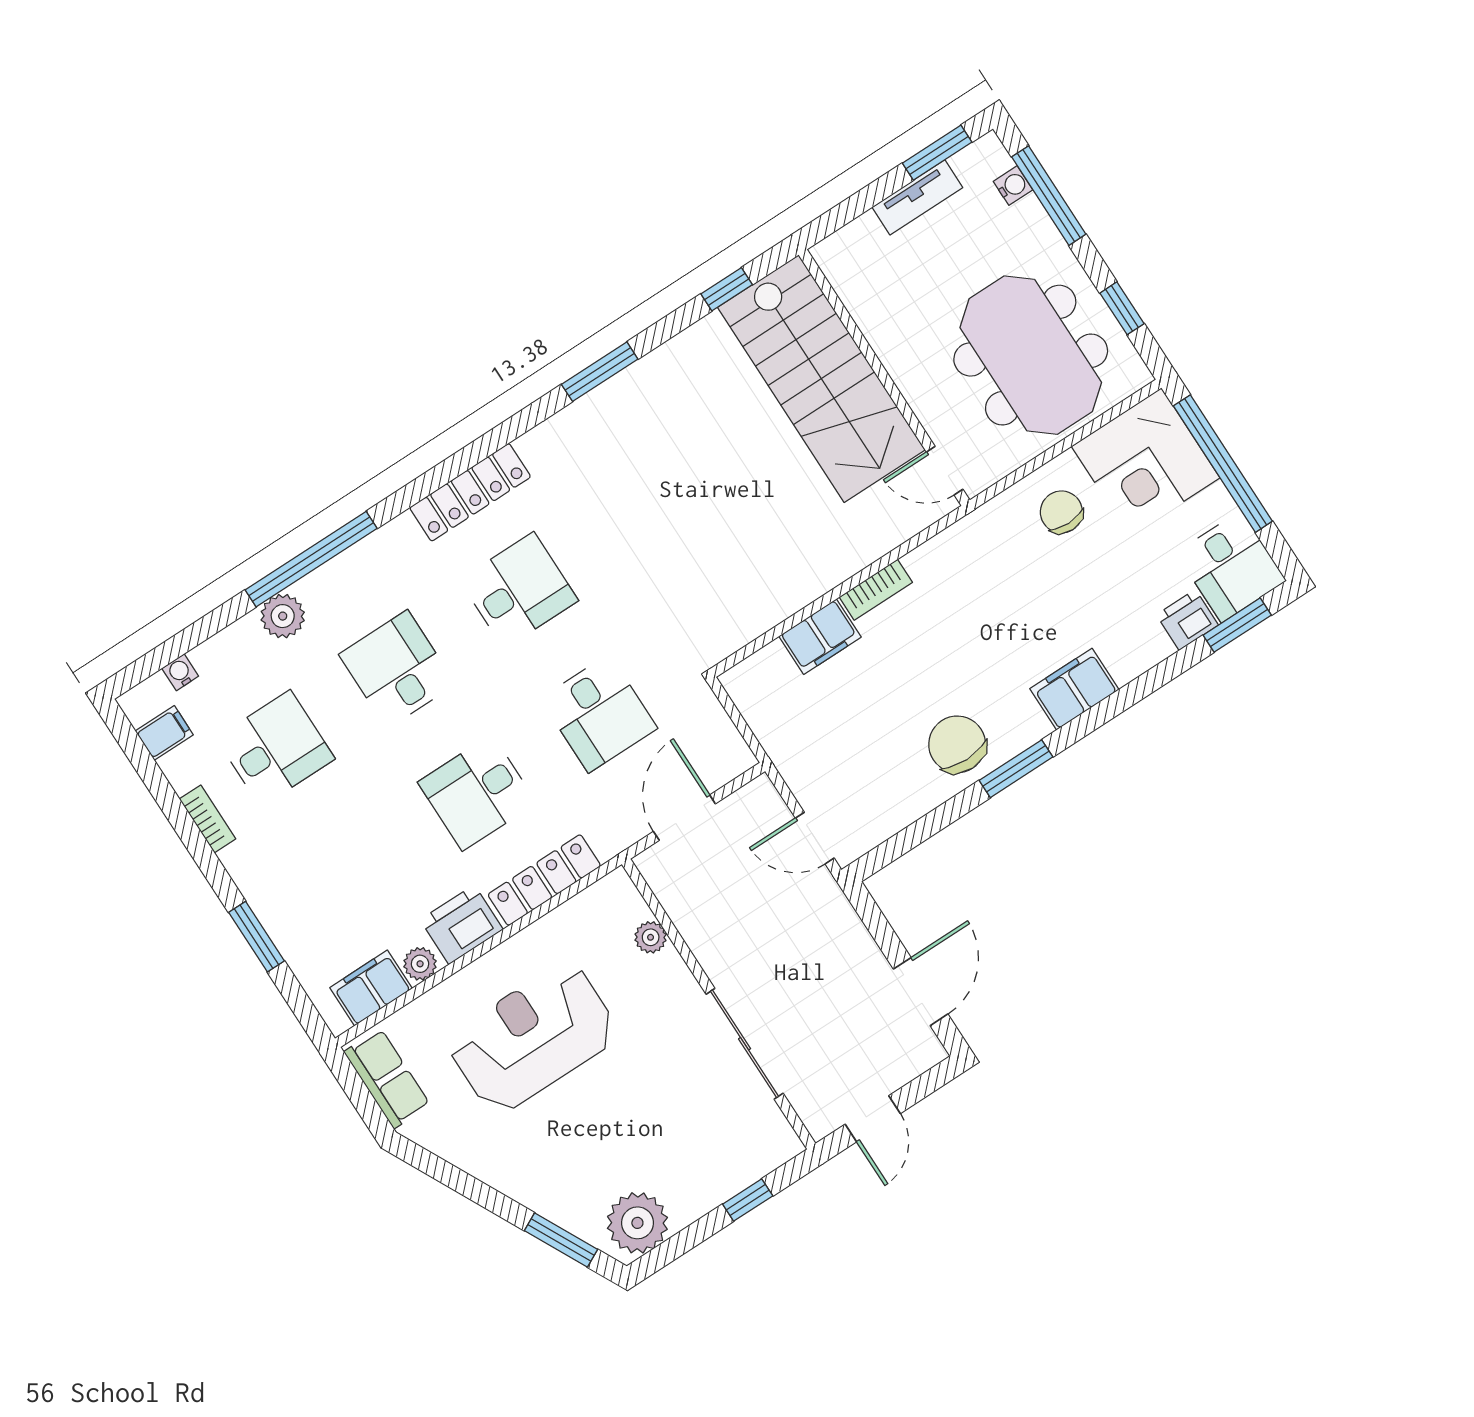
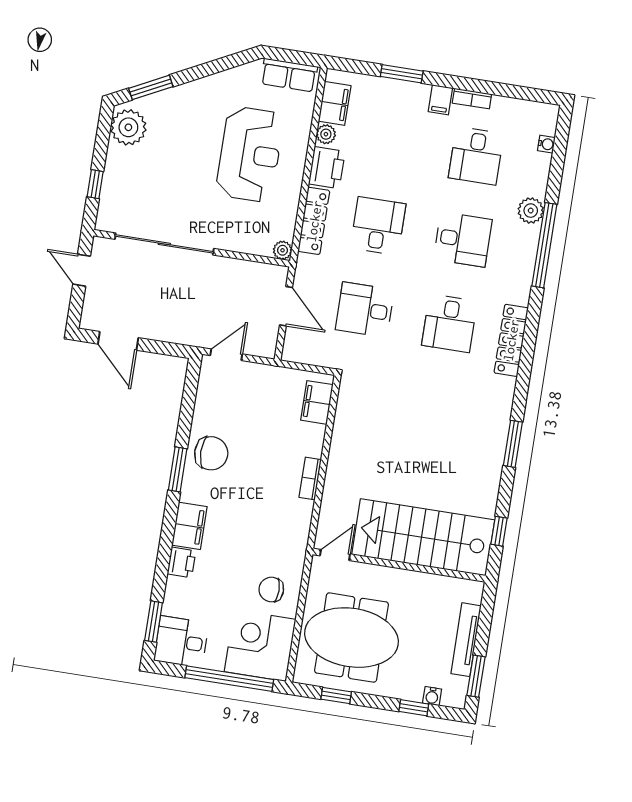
window: (1049, 196) -> (414, 708), width x0.46
tv unit: (917, 197) -> (466, 640), width x1.41
chair: (1061, 512) -> (271, 589), turned 180
printer: (1187, 620) -> (182, 562), moved
filing cabinet: (820, 637) -> (317, 402), moved
filing cabinet: (164, 733) -> (440, 100), moved
plant: (651, 937) -> (283, 250), moved
sliding door: (745, 1044) -> (164, 244), width x1.36

